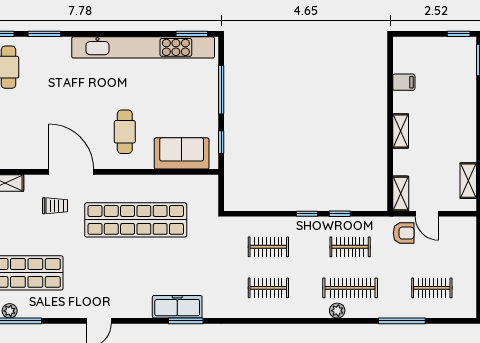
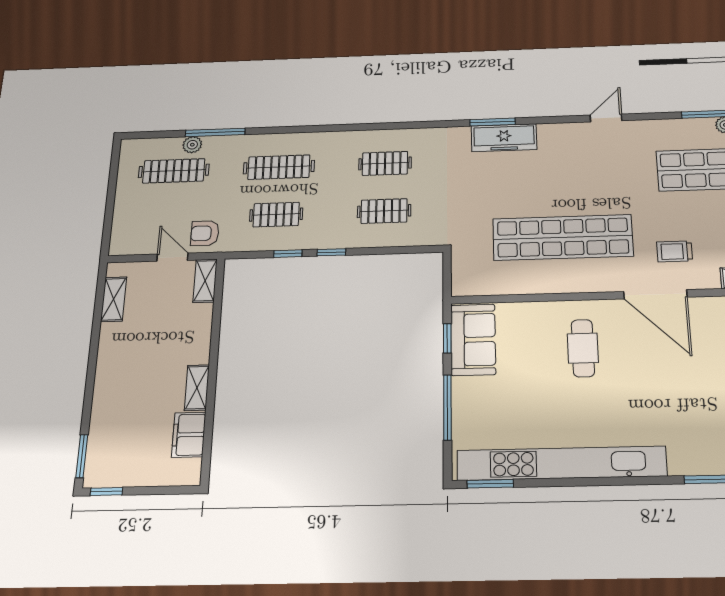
filing cabinet: (404, 82) -> (189, 435), width x2.00
shelving: (401, 131) -> (197, 388), moved
sofa: (182, 153) -> (473, 340), moved, turned -90
clothes rail: (432, 288) -> (174, 171), width x1.36
plant: (337, 311) -> (192, 145), moved

